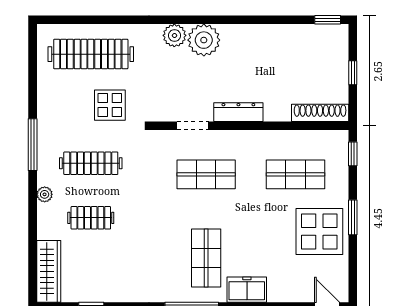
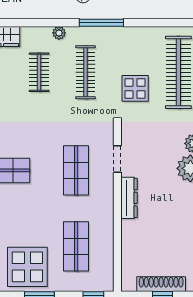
shoe rack: (320, 113) -> (161, 284), moved, turned -90

